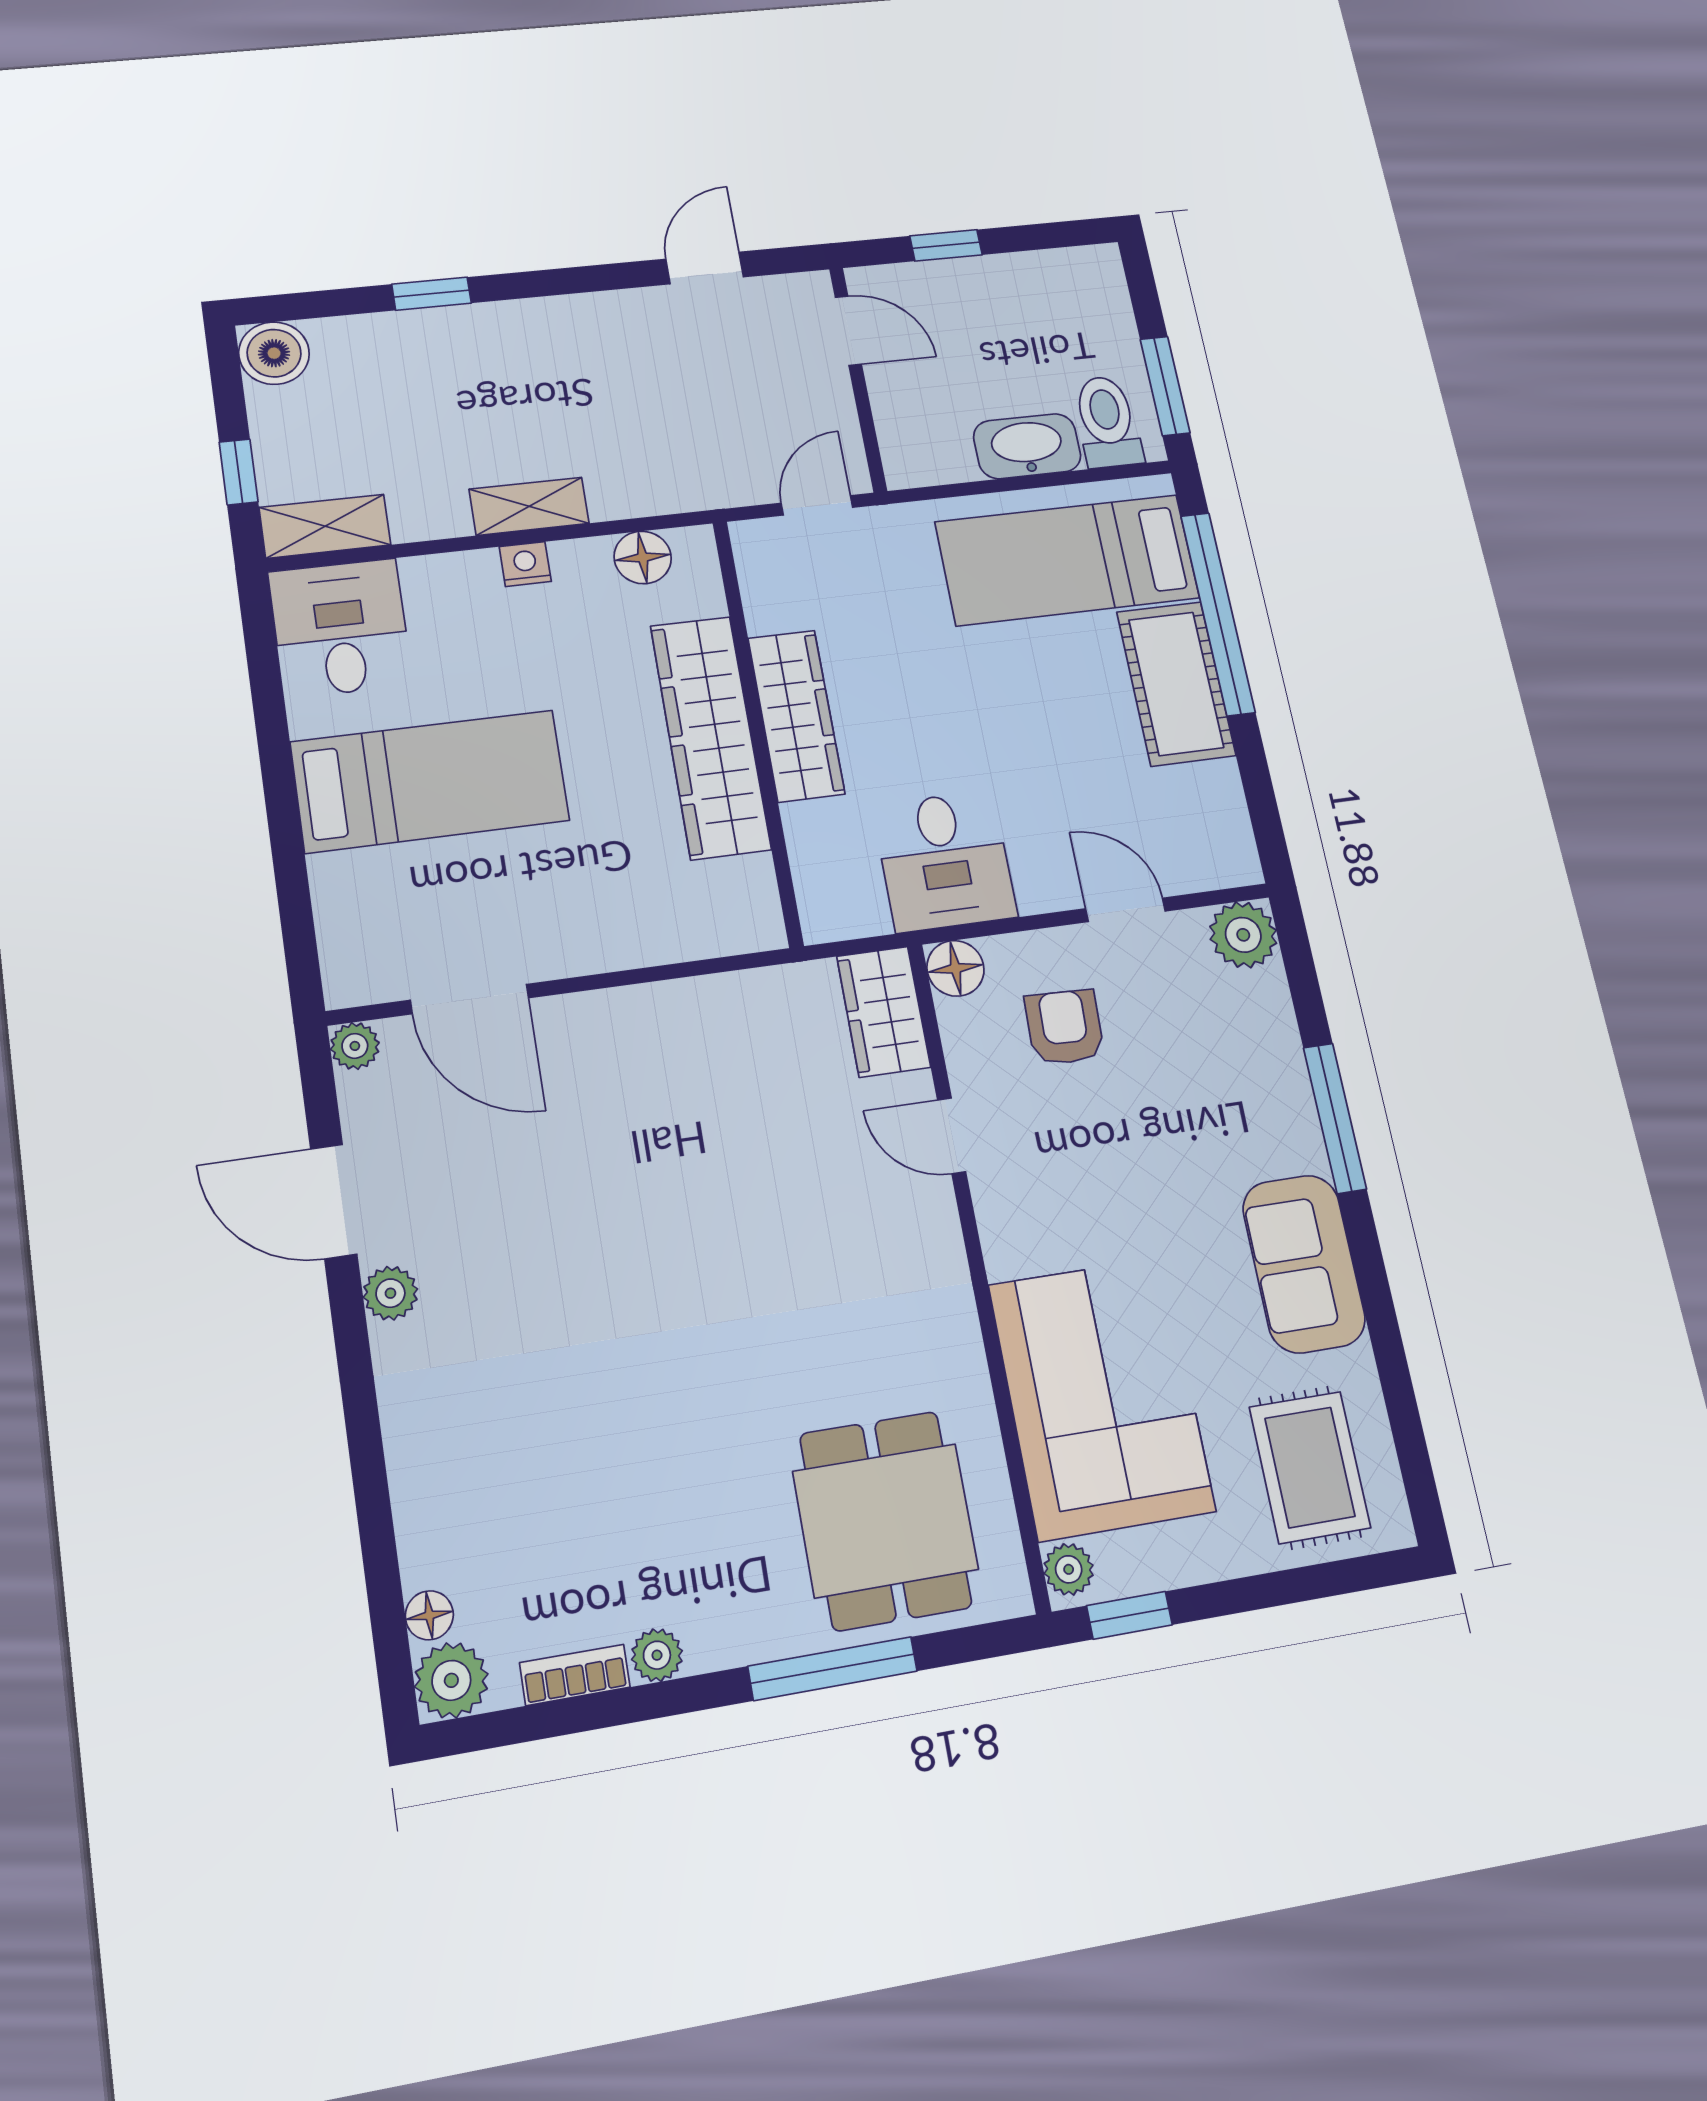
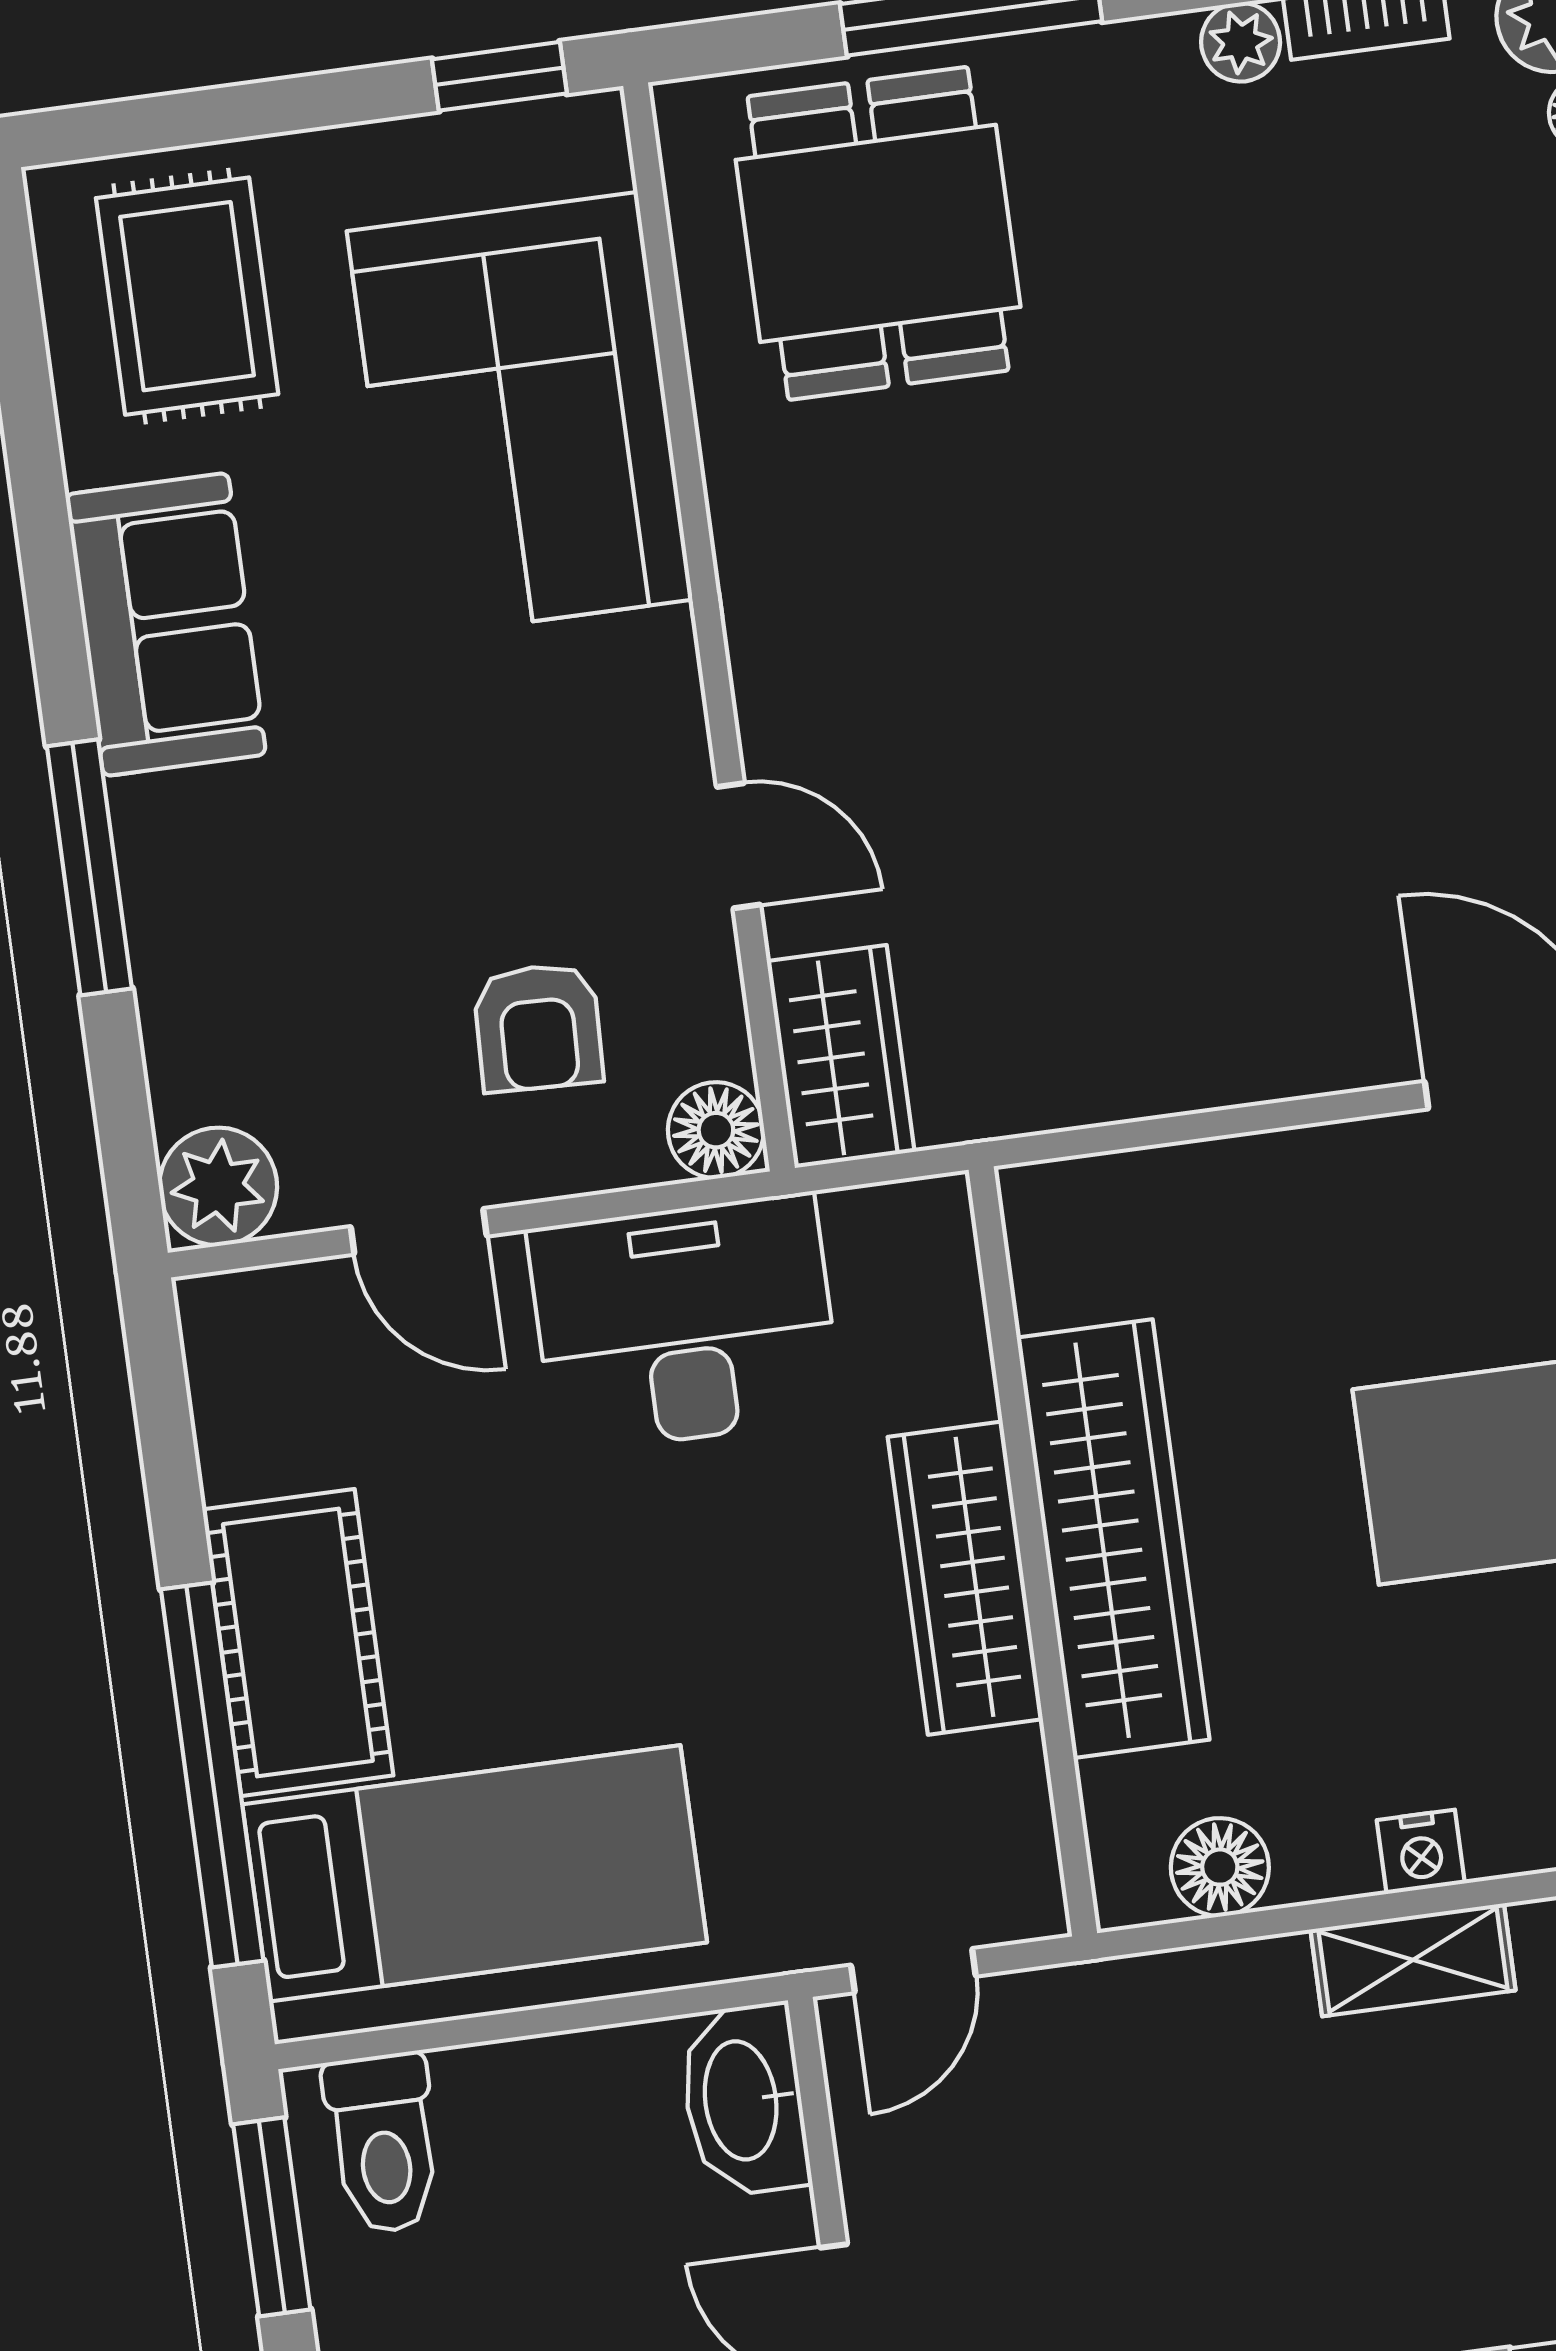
washbasin: (1027, 446) -> (744, 2100), moved, turned 90
desk: (945, 861) -> (685, 1323), width x1.37
plant: (1069, 1569) -> (592, 149), removed

